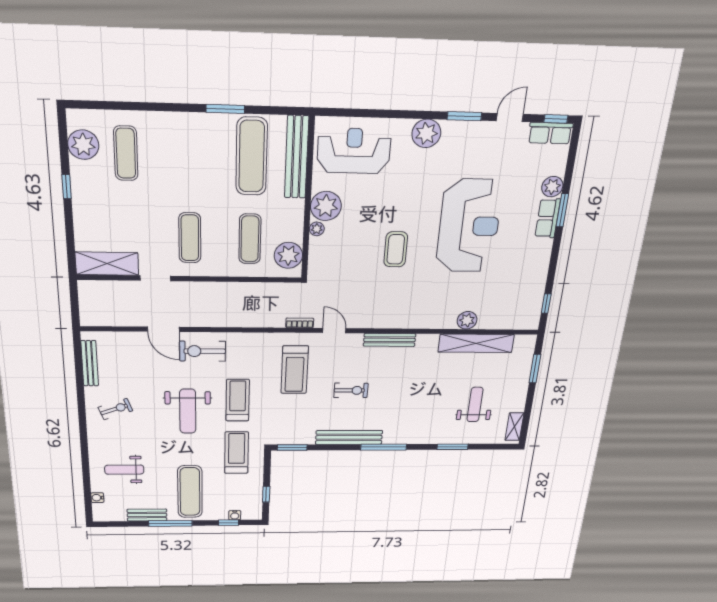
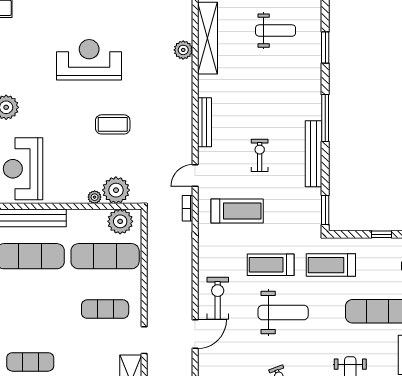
plant: (326, 206) -> (116, 190), moved
reception desk: (469, 226) -> (89, 60), width x0.74, depth x0.77
exercise mat: (250, 239) -> (105, 256), width x1.36, depth x1.45
exercise bike: (202, 351) -> (218, 298), turned 180
weight bench: (475, 405) -> (276, 31), turned 180

